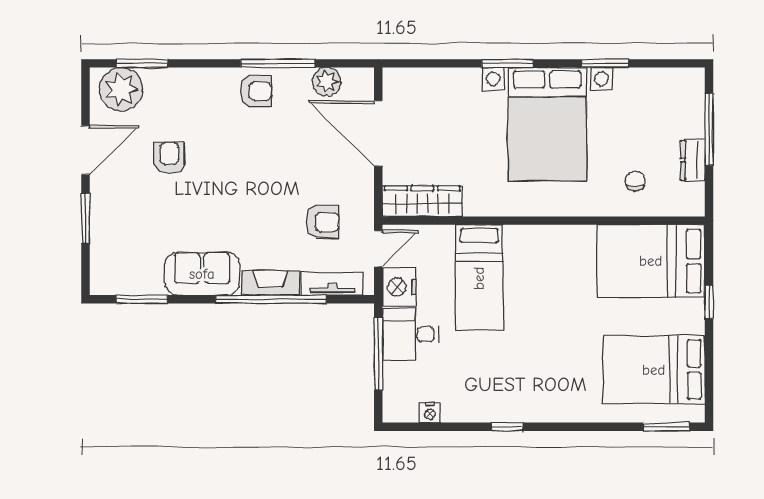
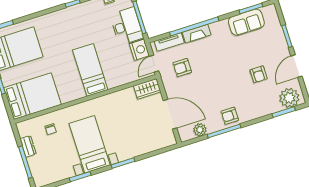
bed with nightstands: (547, 124) -> (90, 144), width x0.73
wardrobe: (422, 201) -> (147, 89), width x0.67
sofa: (202, 274) -> (246, 22), moved
bed: (479, 278) -> (90, 70), moved
desk: (411, 334) -> (127, 26), width x1.37

